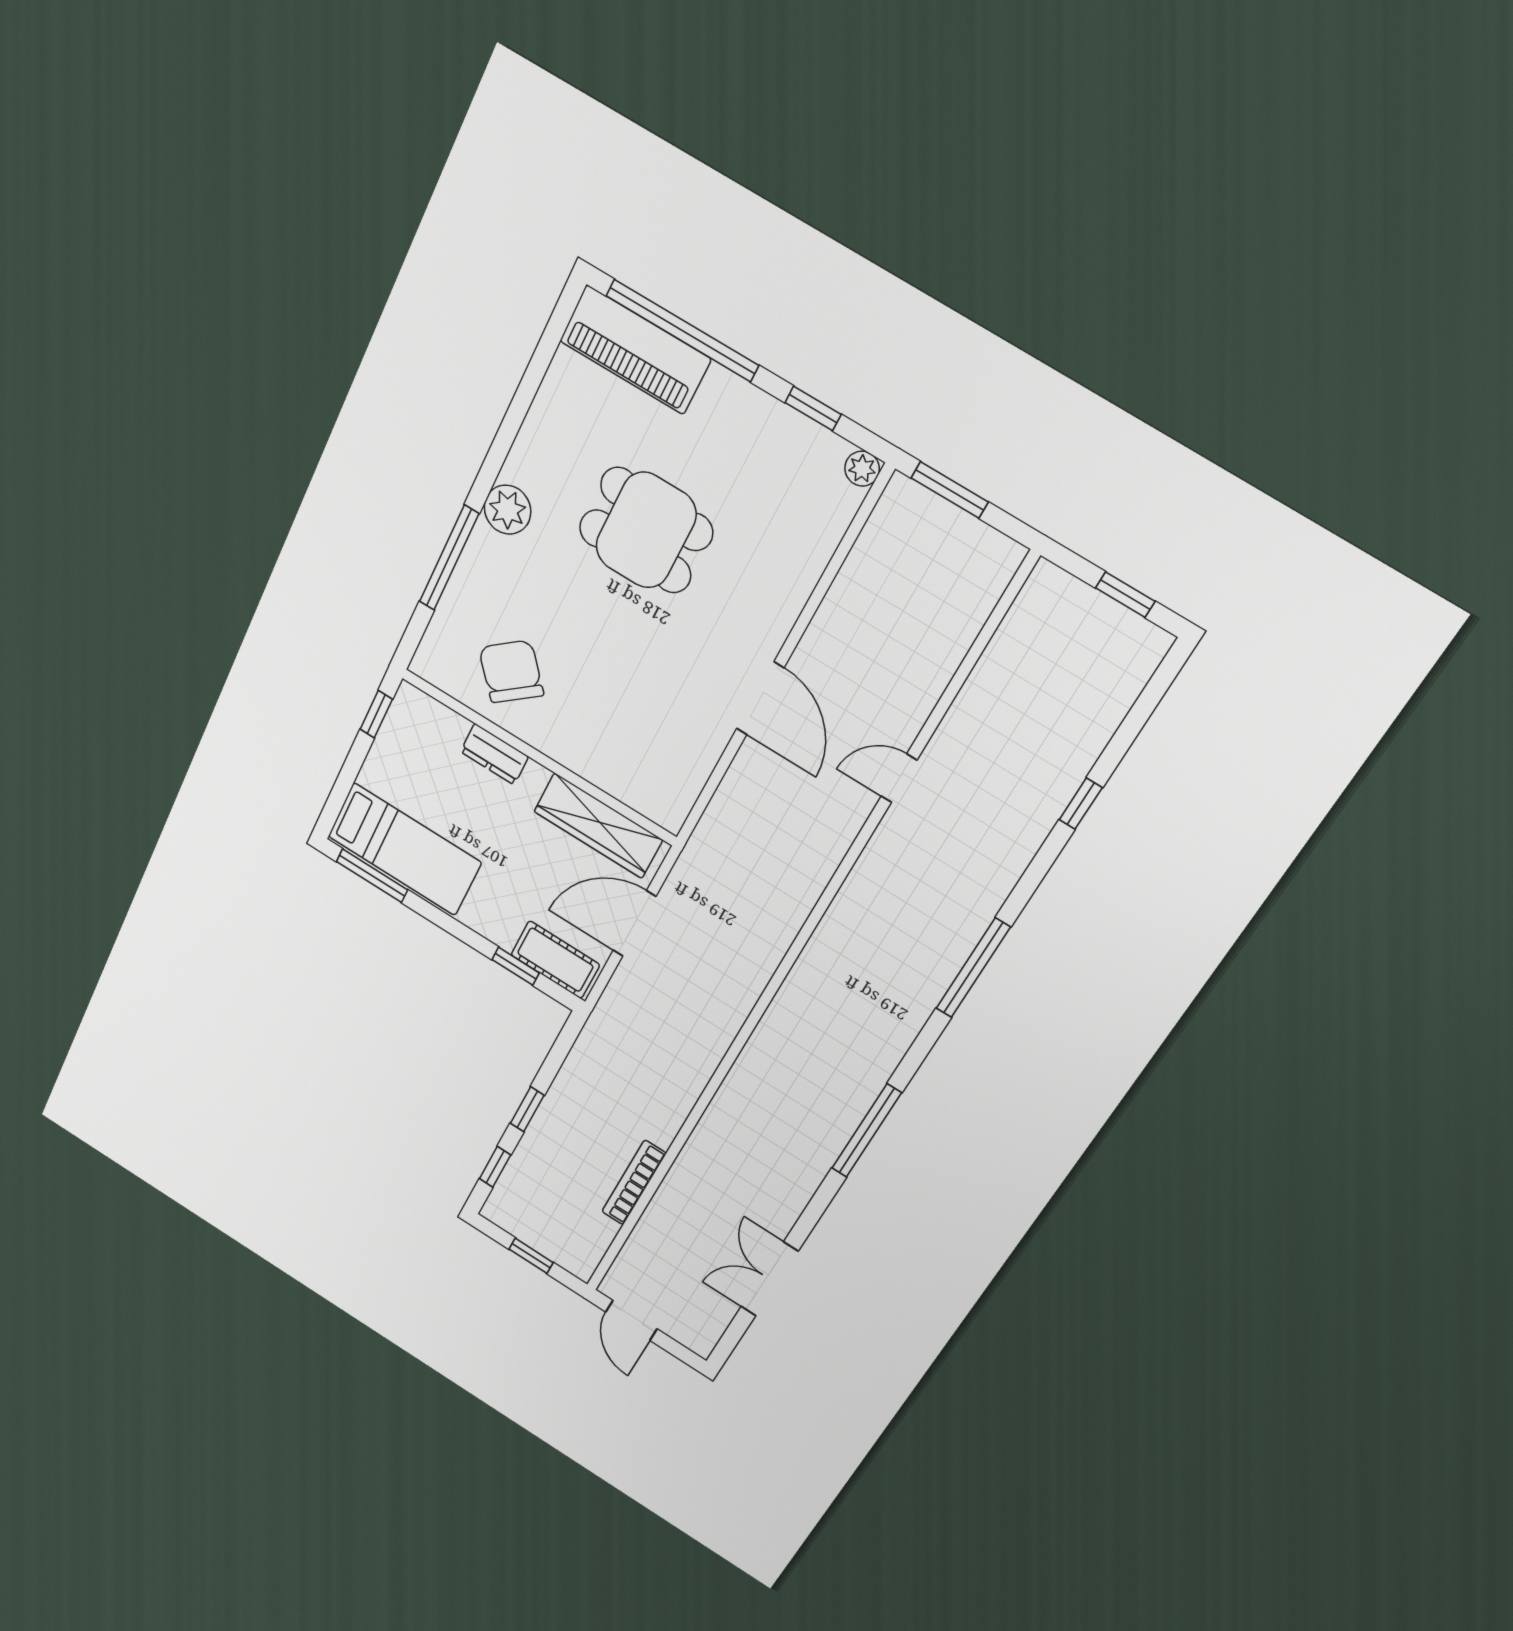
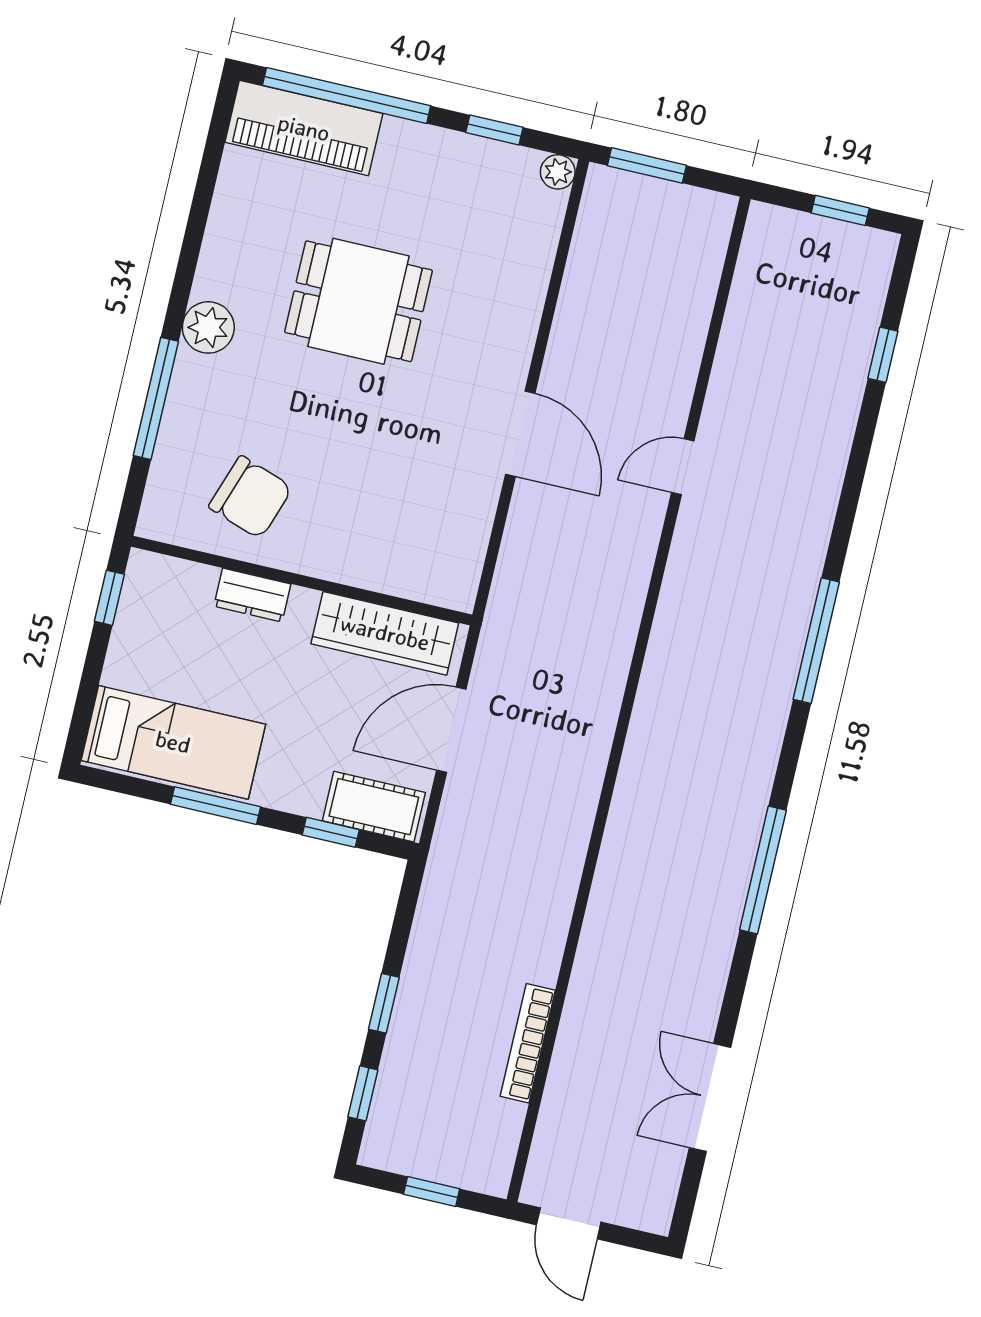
chair: (511, 671) -> (250, 497), turned 149
window: (1081, 804) -> (883, 355), moved
window: (372, 876) -> (216, 806), moved

